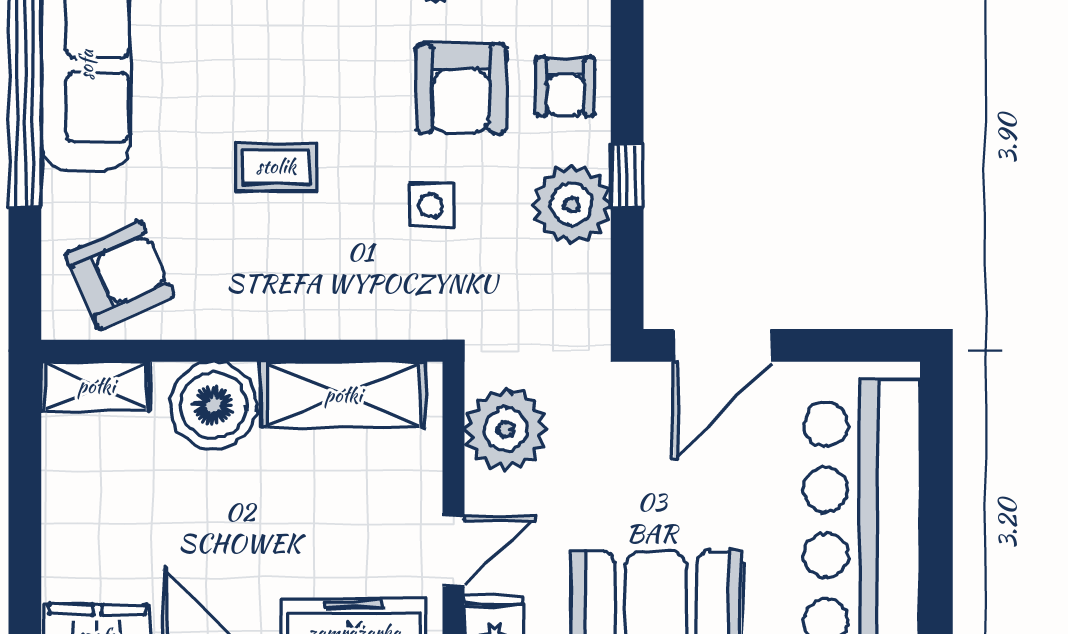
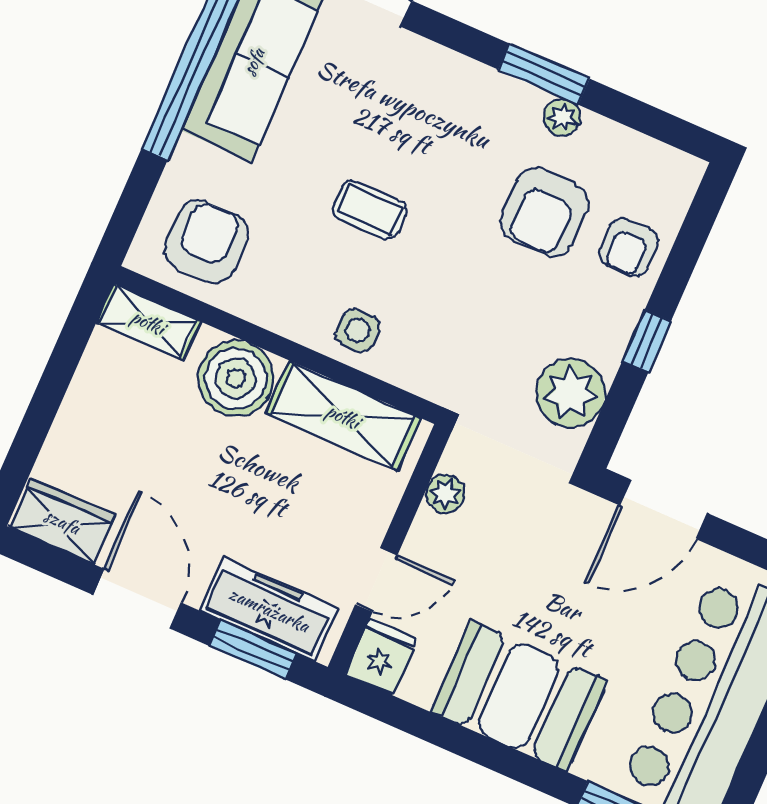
plant: (572, 204) -> (571, 393), moved
side table: (431, 206) -> (358, 330), moved
armchair: (119, 275) -> (206, 241), turned -66
plant: (506, 429) -> (445, 494), width x0.53, depth x0.53

